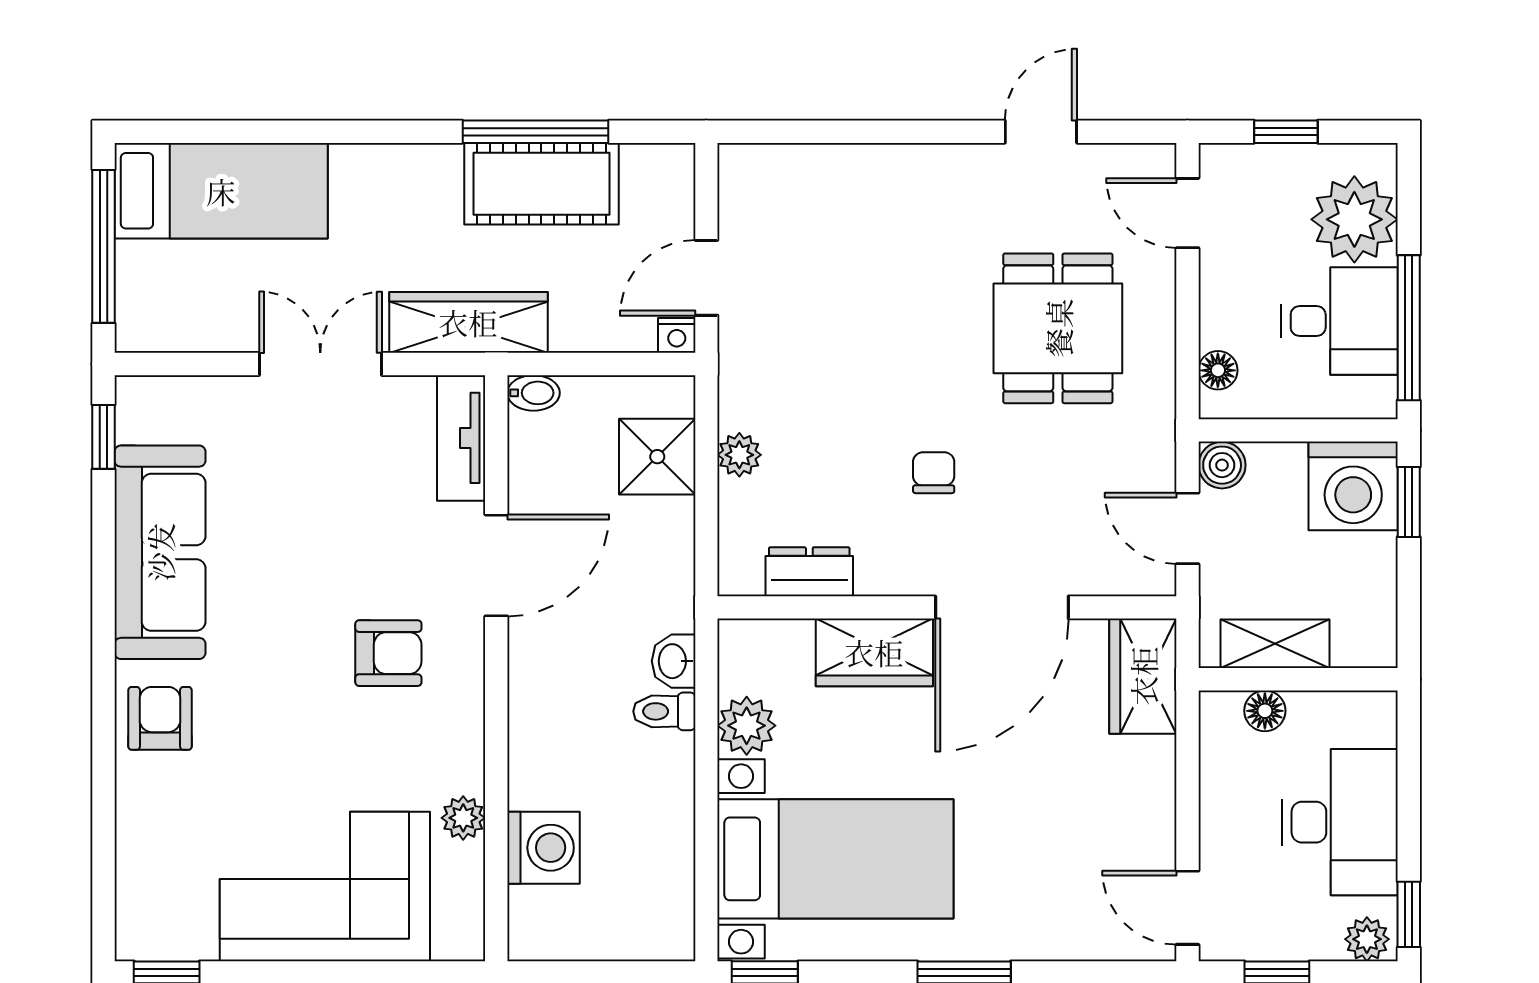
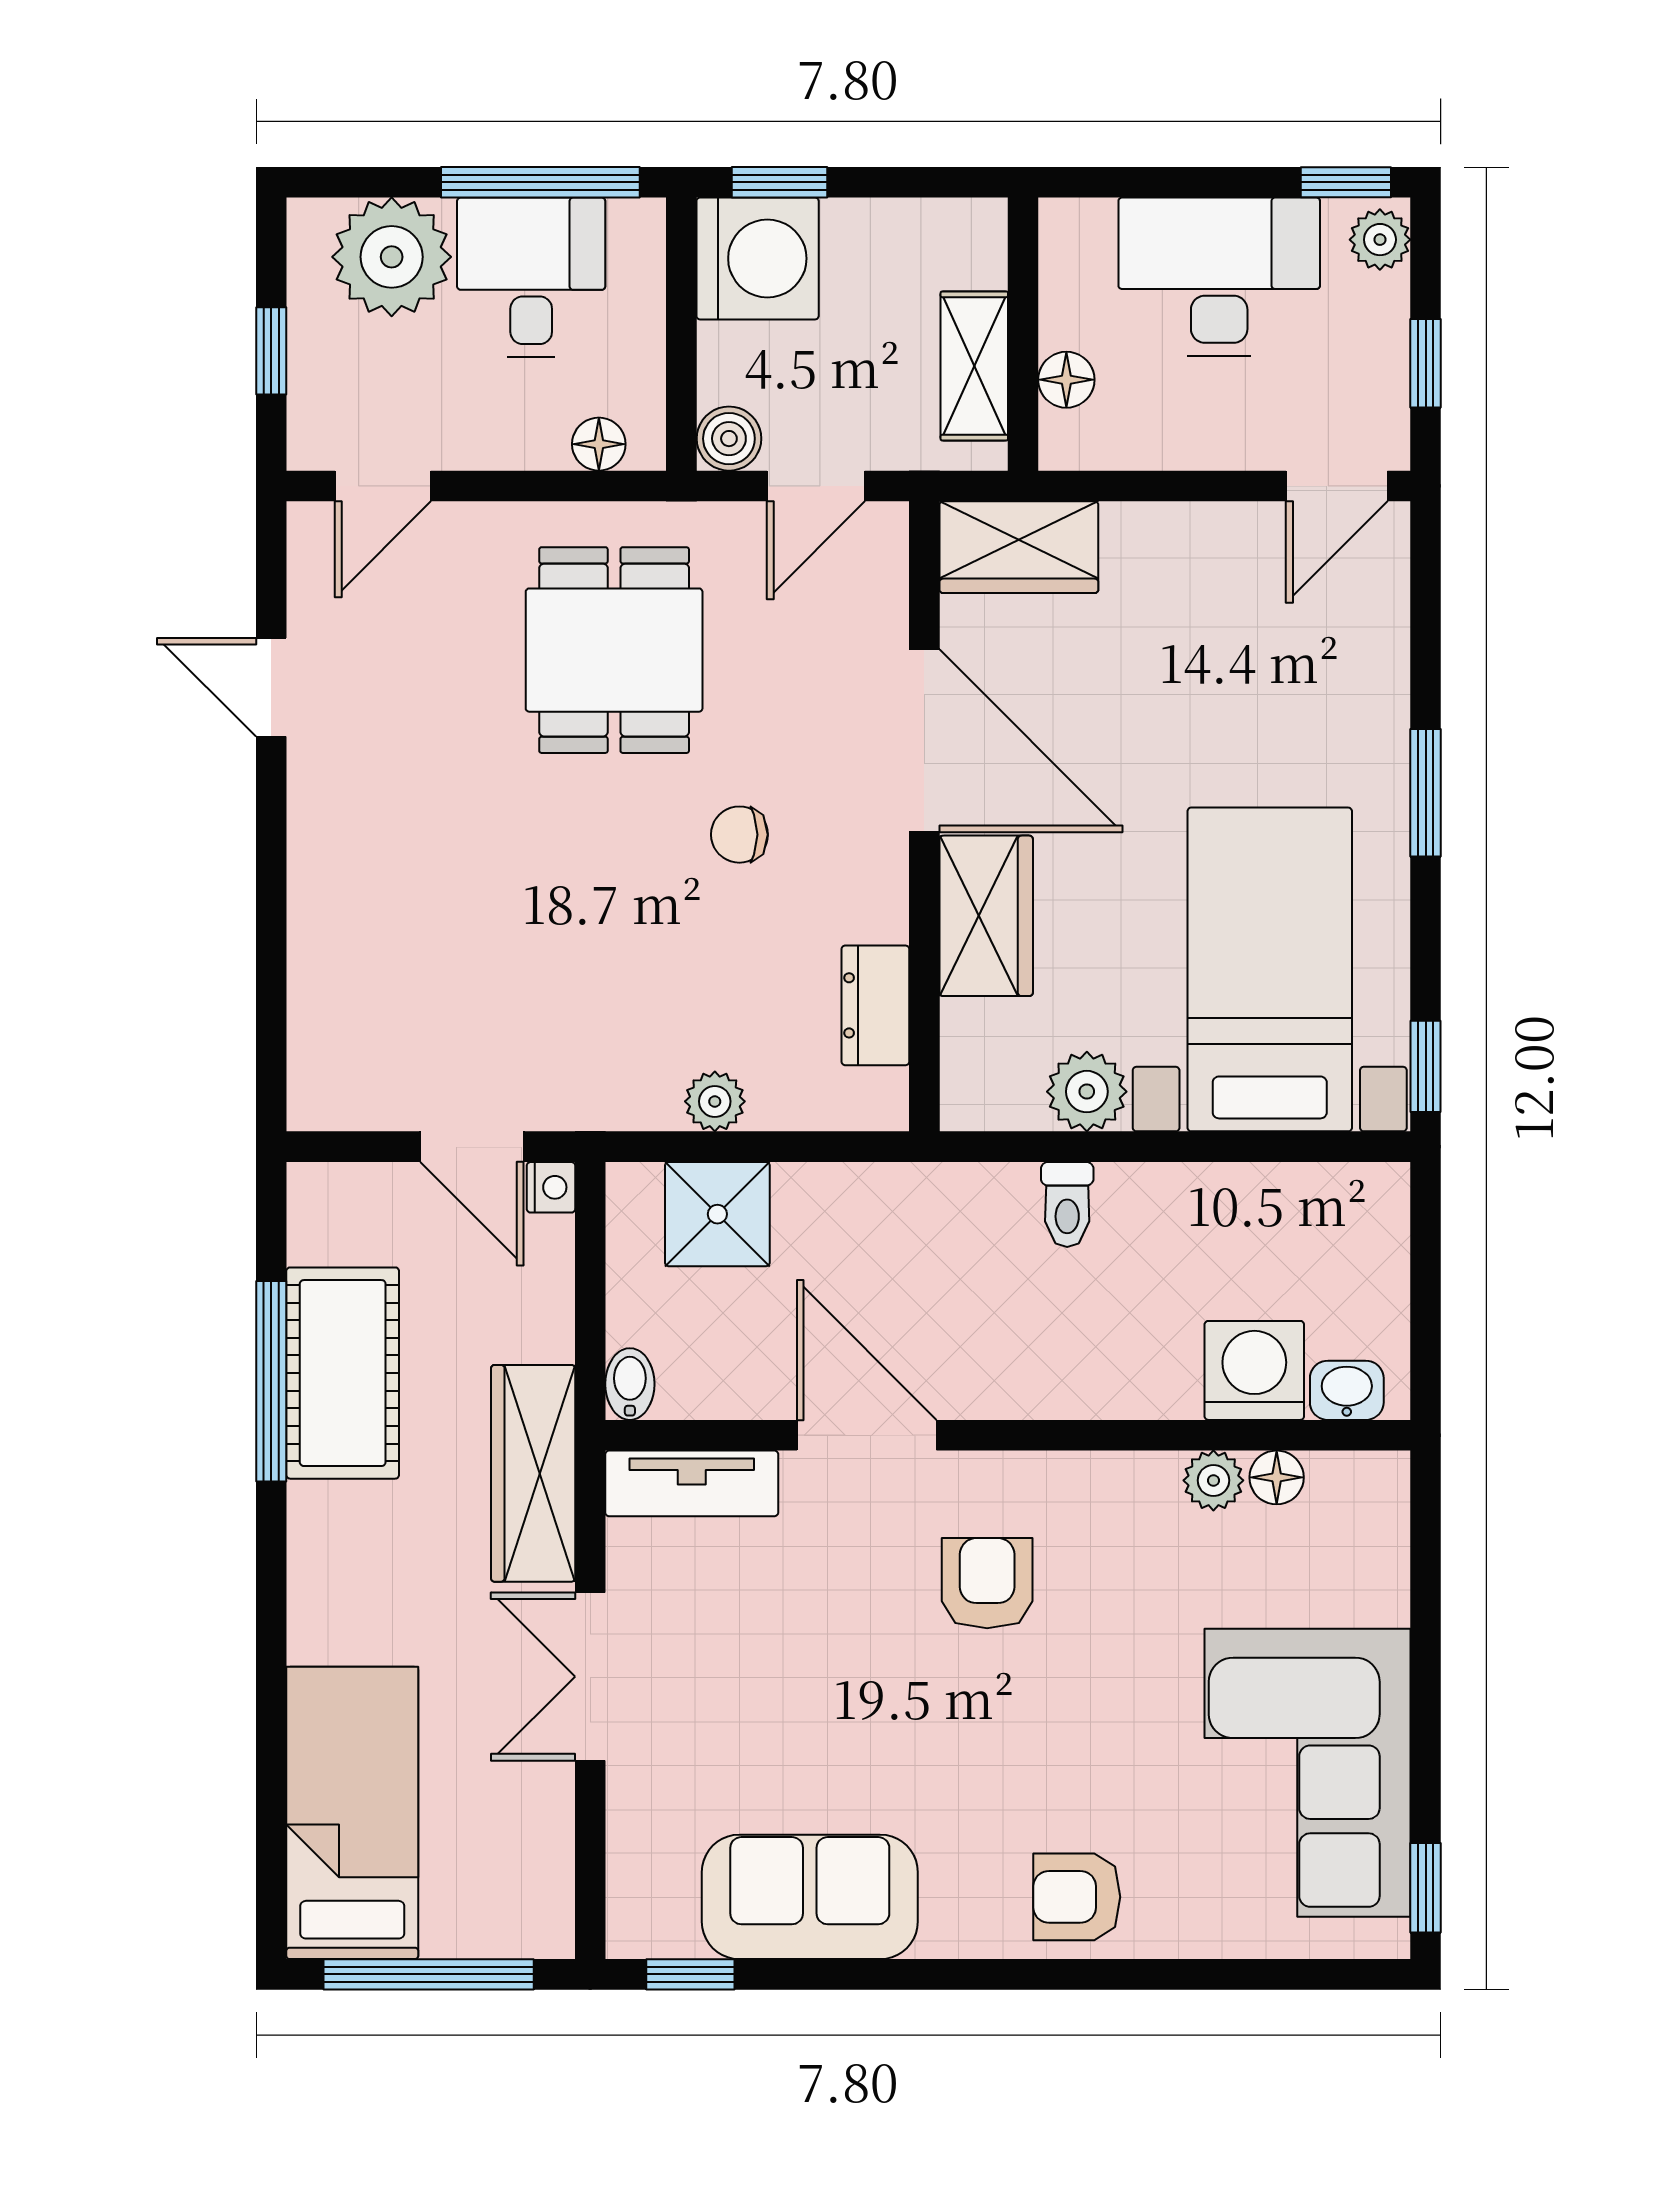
dining table: (1058, 328) -> (614, 650), moved, turned 90
sofa: (160, 552) -> (810, 1897), width x0.73
washbasin: (674, 661) -> (1347, 1390), moved, turned 180
floor lamp: (465, 864) -> (1277, 1477), added
corner sofa: (325, 886) -> (1308, 1773), moved

